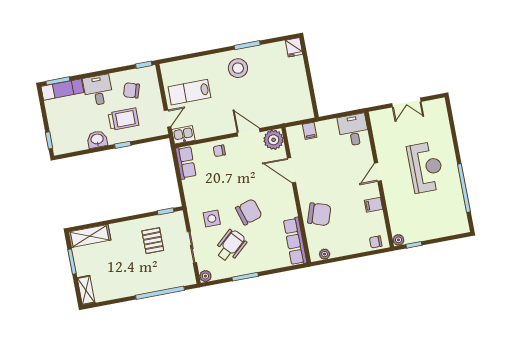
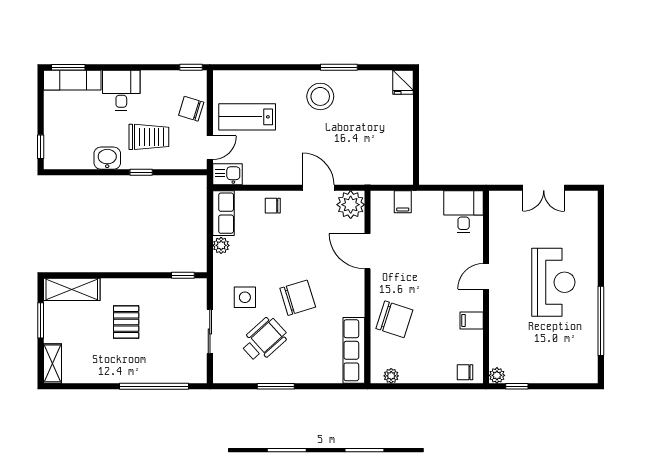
chair: (131, 90) -> (191, 109), moved
pallet: (153, 241) -> (126, 322), moved
plant: (205, 276) -> (221, 245), moved

